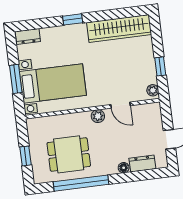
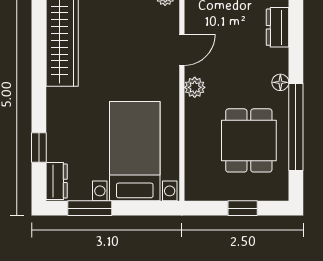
window: (73, 19) -> (39, 147), moved
window: (16, 79) -> (90, 208), moved
floor lamp: (124, 168) -> (280, 82), moved

